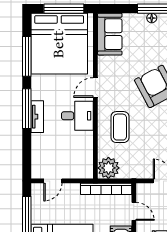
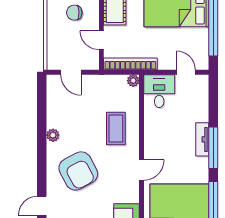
desk: (77, 116) -> (159, 91), moved, turned 90
plant: (108, 168) -> (133, 81), width x0.53, depth x0.53
door: (53, 181) -> (186, 72), hinge flipped

